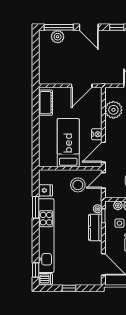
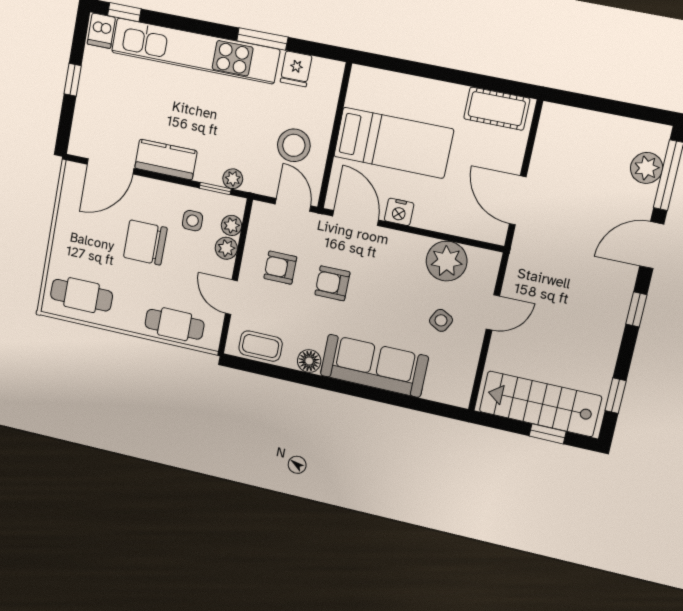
kitchen counter: (95, 227) -> (166, 160), moved

